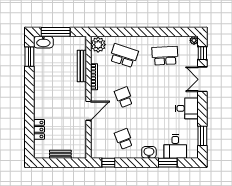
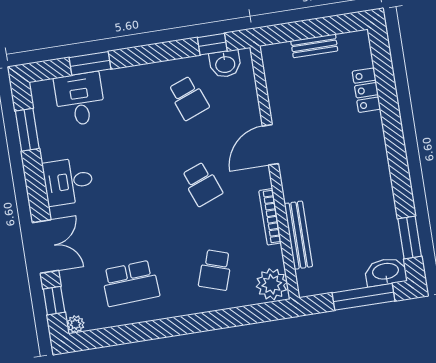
school desk: (124, 56) -> (215, 270), width x0.54
washbasin: (149, 152) -> (225, 64), moved

